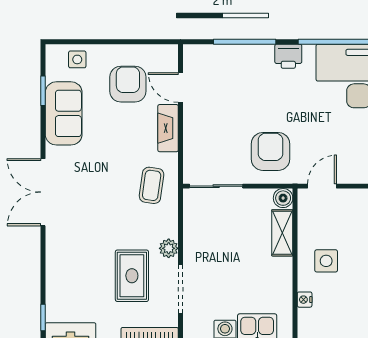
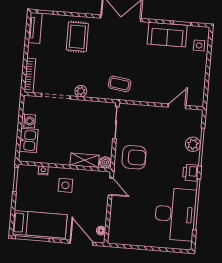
plant: (241, 56) -> (193, 144), added
armchair: (128, 84) -> (182, 75), removed
fireplace: (168, 128) -> (153, 97), removed
rug: (132, 276) -> (77, 37), moved, turned 90

